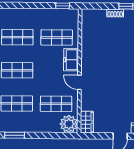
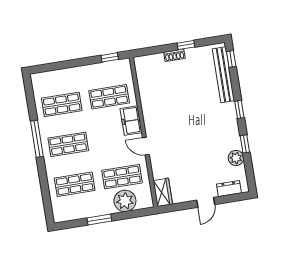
plant: (69, 124) -> (125, 201), moved
window: (15, 135) -> (99, 220), moved

